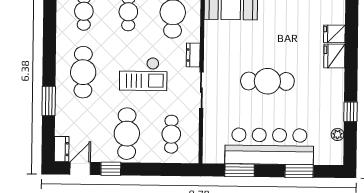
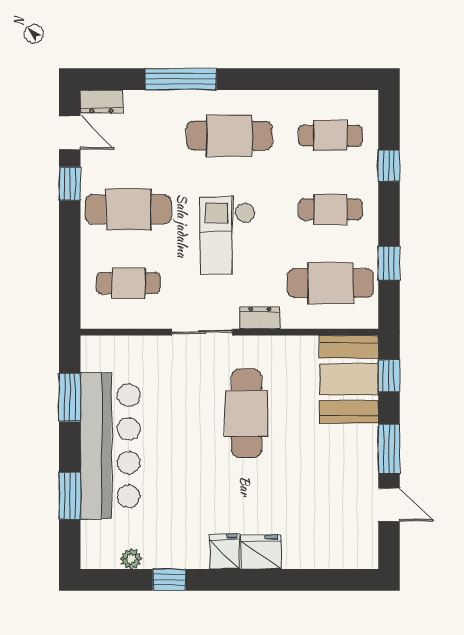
fridge: (334, 34) -> (224, 552), moved
cafe table: (267, 81) -> (247, 413), moved
window: (49, 101) -> (181, 79), width x1.44

